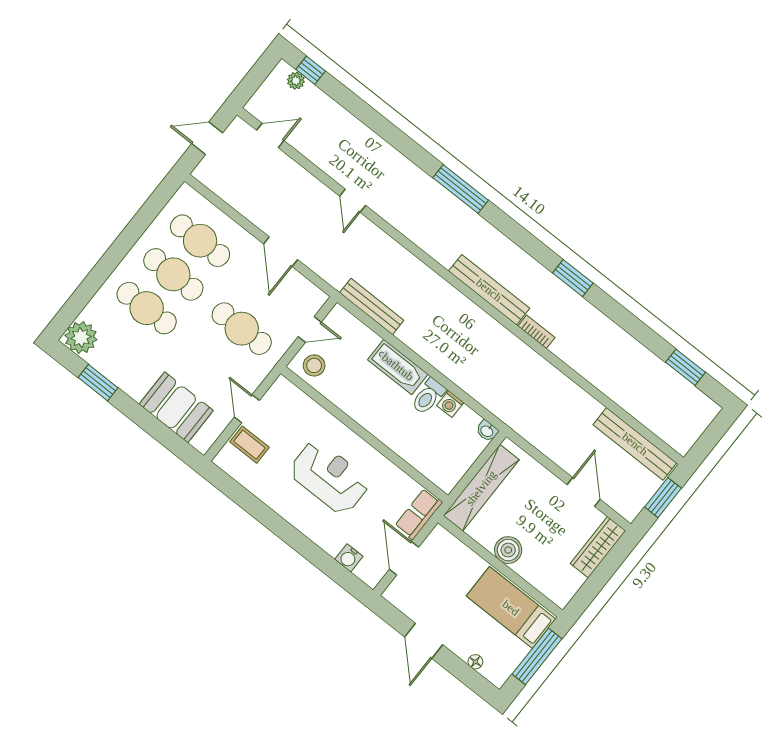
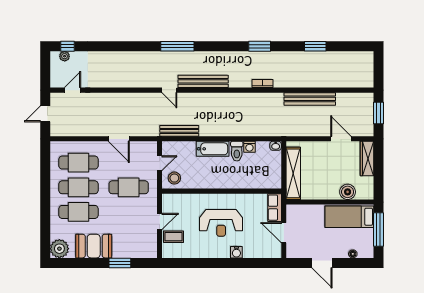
door: (353, 201) -> (169, 90), moved
bench: (489, 290) -> (203, 81), moved
window: (686, 367) -> (315, 46), moved
window: (98, 383) -> (120, 263), moved
booth: (176, 407) -> (94, 246), moved
door: (247, 409) -> (160, 222), swing flipped
bench: (635, 444) -> (310, 99), moved
reception desk: (329, 477) -> (221, 223), turned 180
boiler: (508, 550) -> (348, 192), moved
water cooler: (349, 558) -> (236, 252), moved

